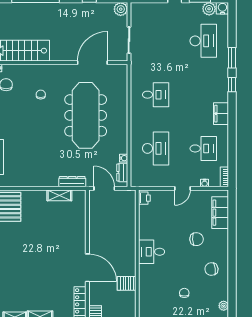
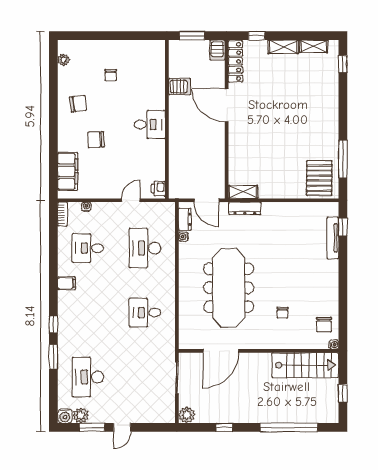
filing cabinet: (221, 114) -> (67, 283), width x0.50
door: (182, 188) -> (131, 200), moved
shelving: (59, 195) -> (243, 192), moved

